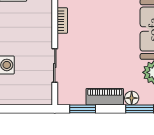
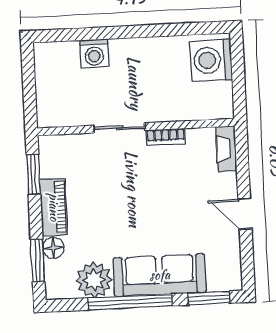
sliding door: (55, 66) -> (119, 128), moved

